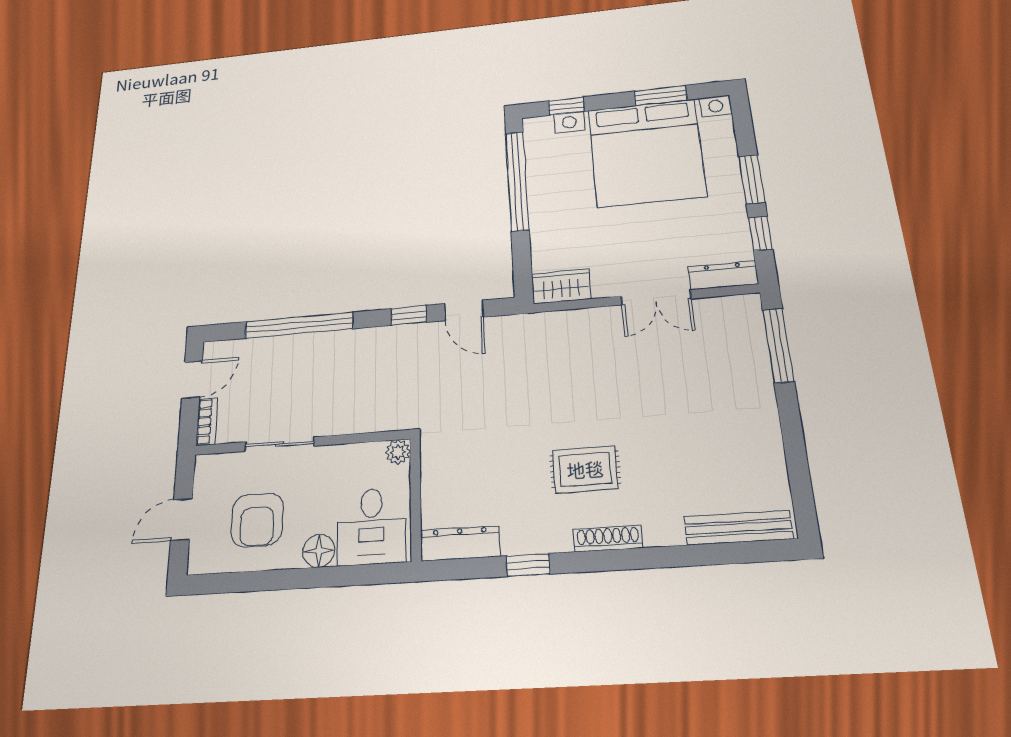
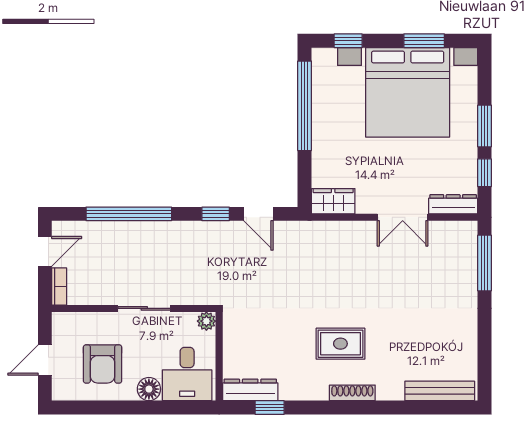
sliding door: (280, 444) -> (144, 308), moved
window: (528, 565) -> (270, 408), moved

